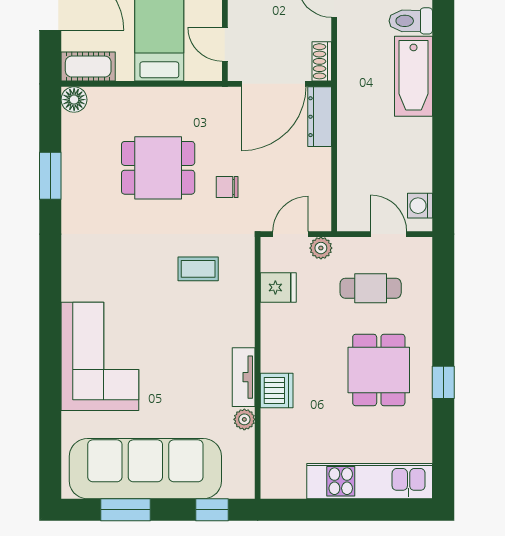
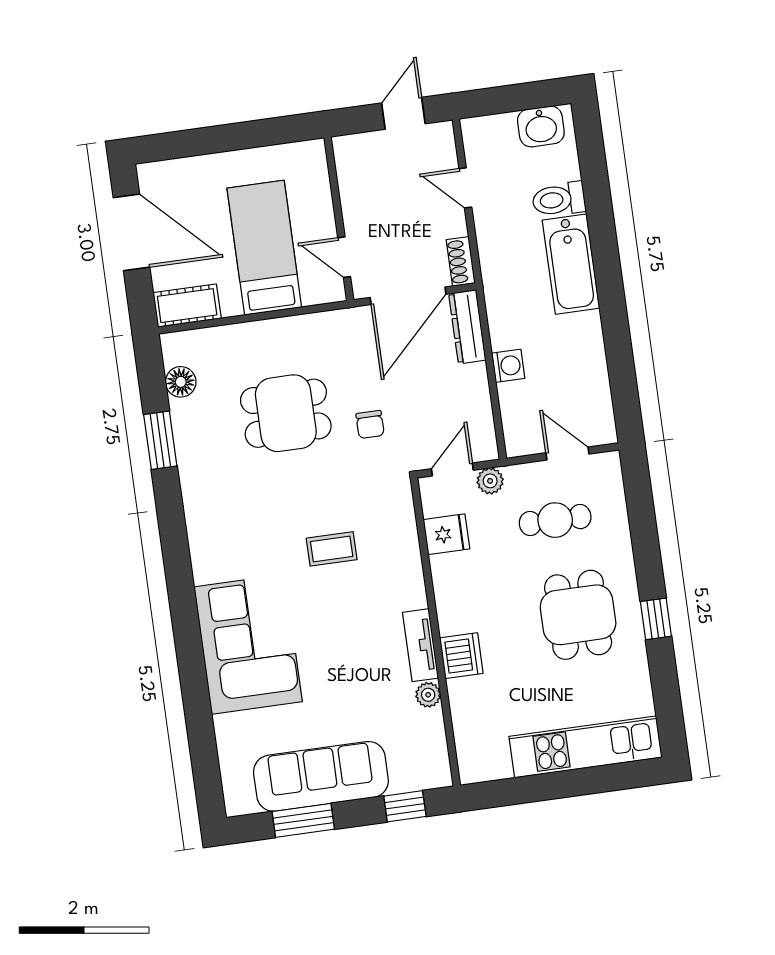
floor lamp: (74, 100) -> (181, 382), moved
chair: (227, 187) -> (370, 425), turned -90
washing machine: (420, 206) -> (508, 366), moved, turned 180
coffee table: (198, 269) -> (332, 549), moved
sofa: (145, 469) -> (321, 776), width x0.74, depth x0.79

